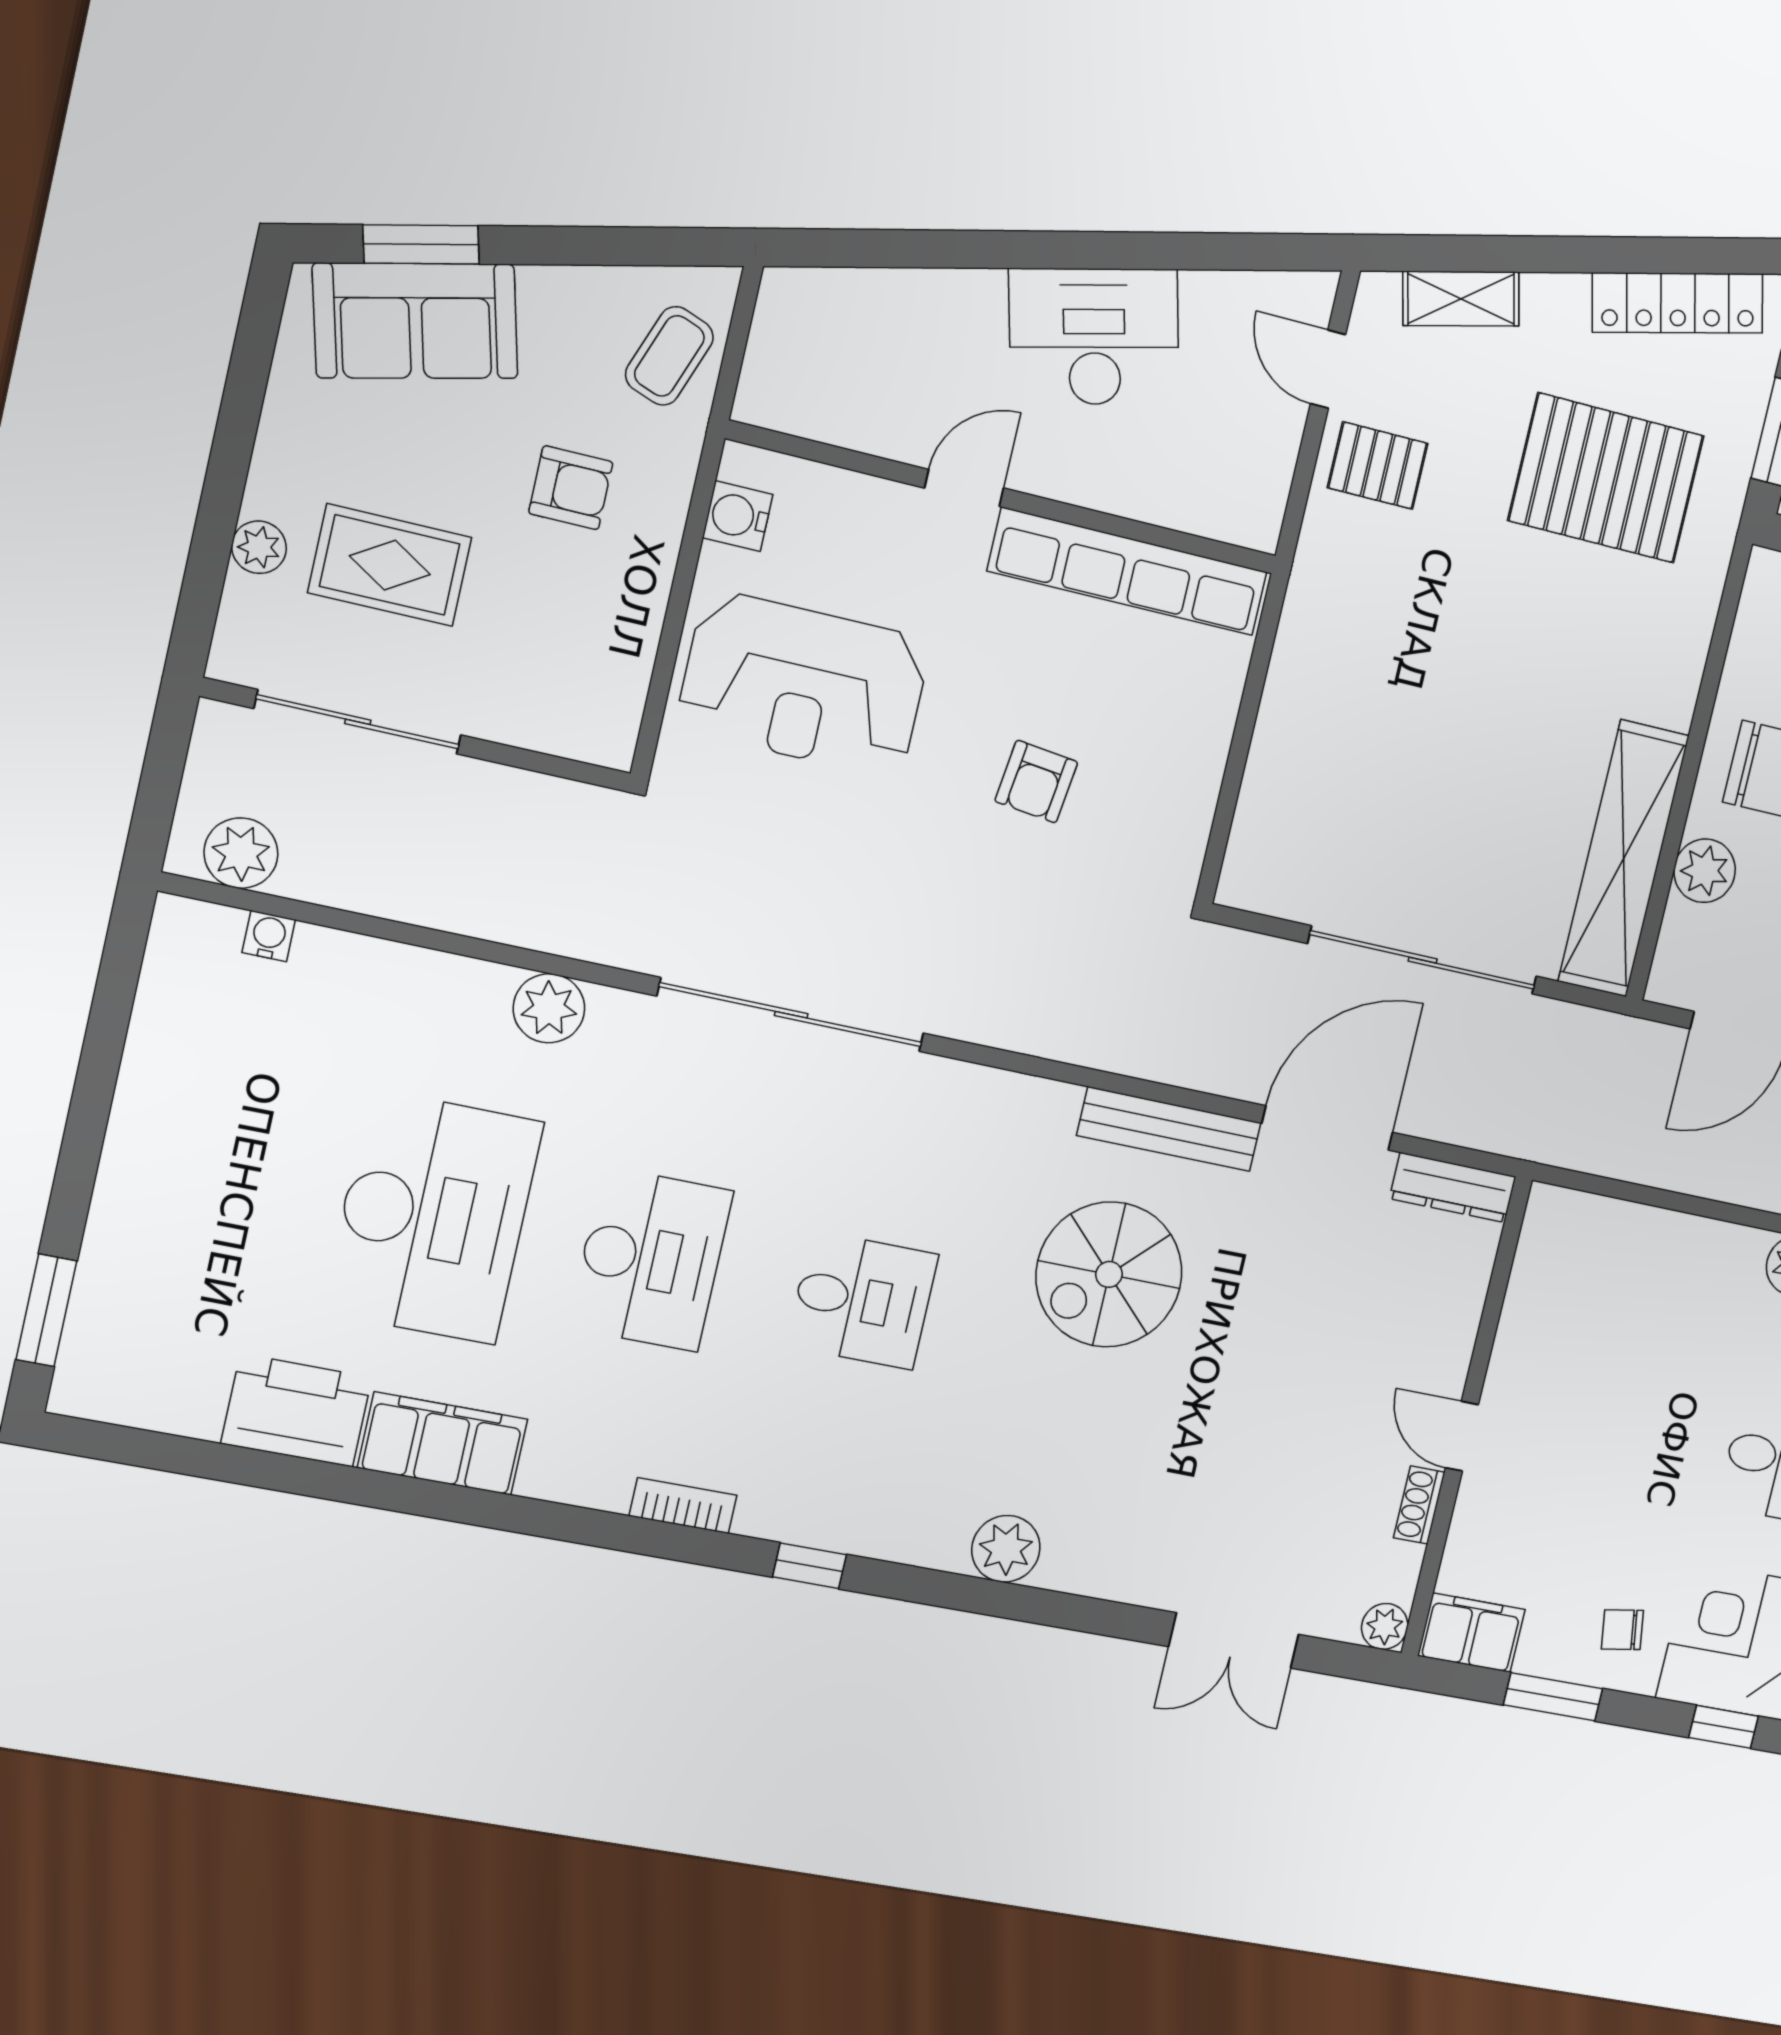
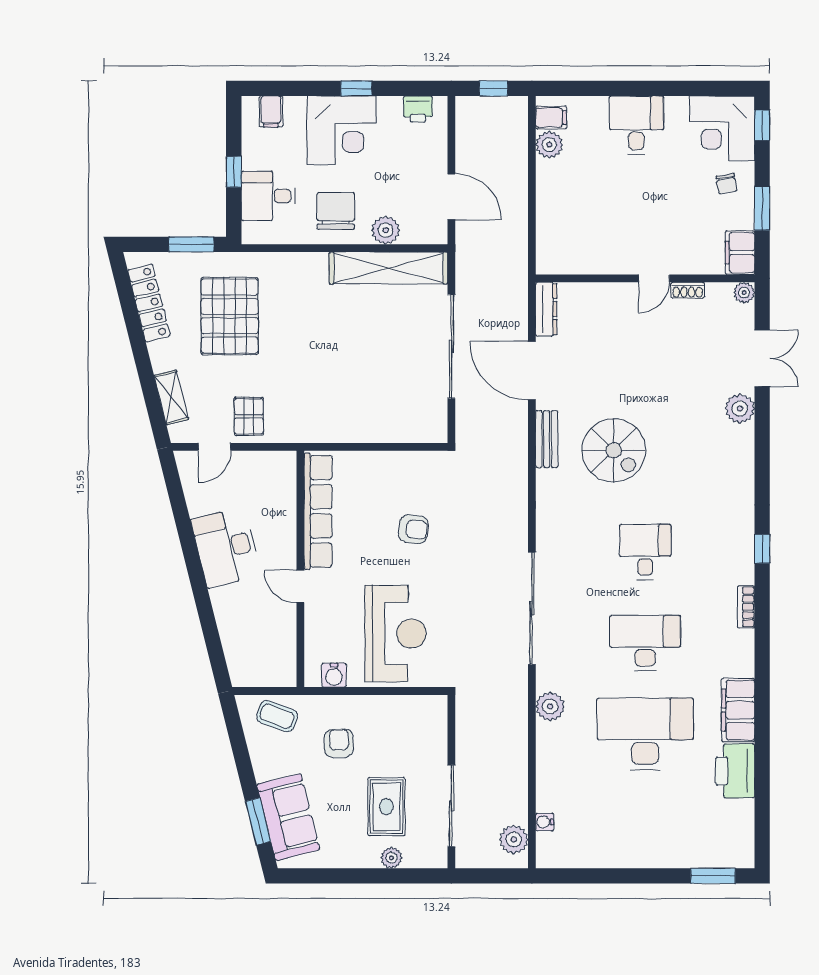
bench: (1169, 1129) -> (547, 439), width x0.73
plant: (1006, 1549) -> (740, 409), moved

